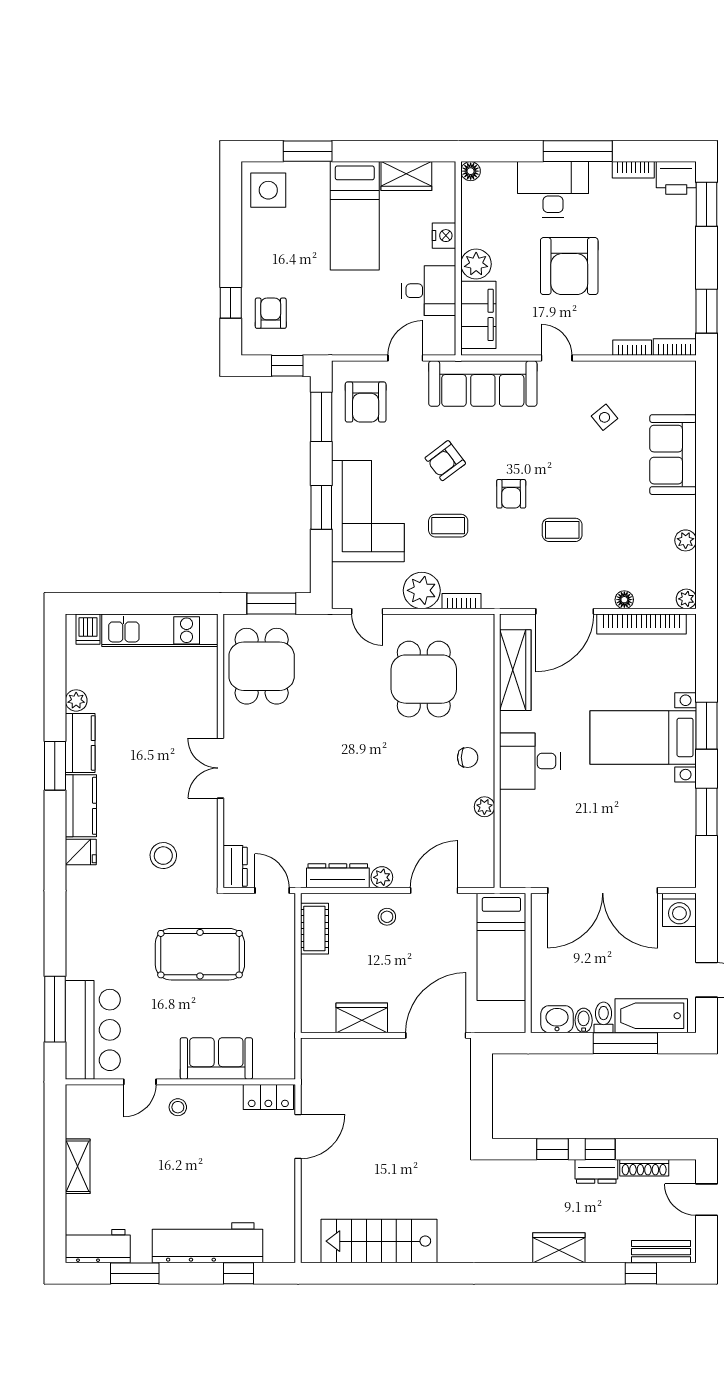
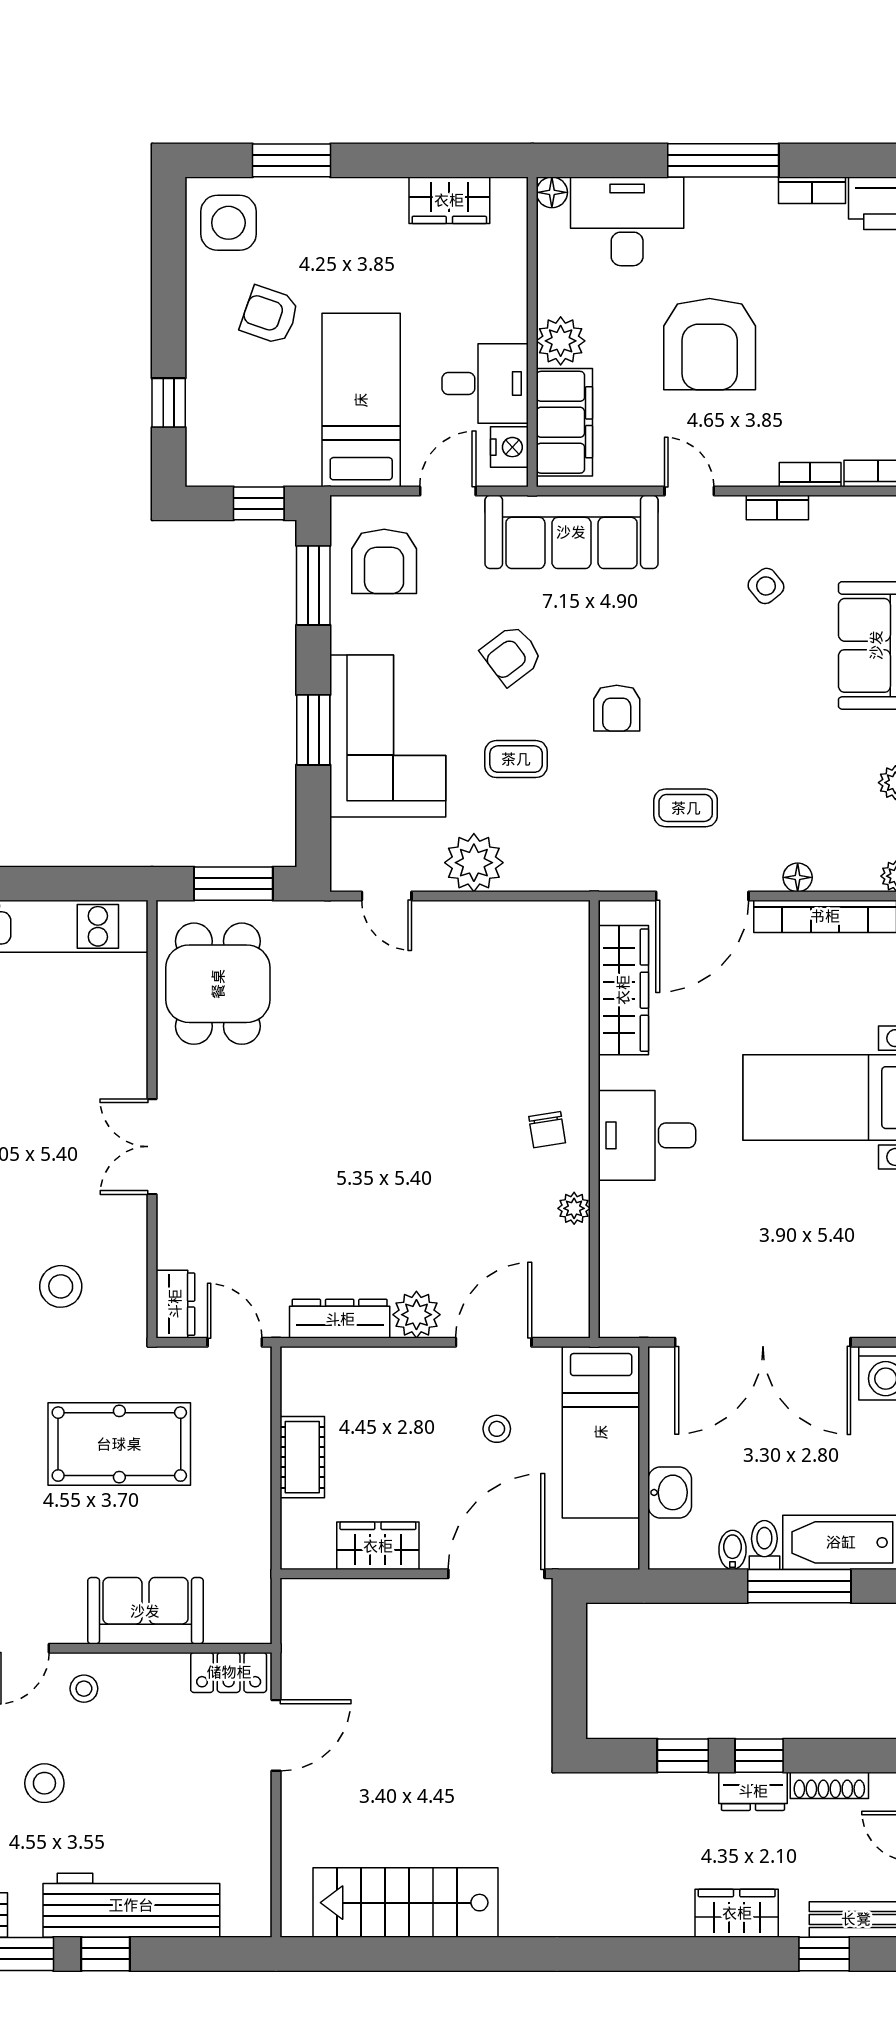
desk: (553, 189) -> (627, 221), moved
bed: (355, 216) -> (361, 400), moved, turned 180
nightstand: (444, 236) -> (509, 447), moved
armchair: (271, 313) -> (270, 315), moved, turned -71
coffee table: (562, 530) -> (686, 808), moved
bookcase: (461, 601) -> (777, 508), moved, turned 180
dining table: (424, 679) -> (477, 1004), removed
chair: (468, 757) -> (547, 1130), turned 81
plant: (382, 877) -> (416, 1315), width x1.38, depth x1.38
stool: (387, 917) -> (497, 1429), moved
cot: (314, 929) -> (302, 1457), moved
washbasin: (557, 1019) -> (670, 1492), moved, turned 90
stool: (153, 1166) -> (44, 1783), added
wardrobe: (559, 1248) -> (737, 1913), moved
window: (238, 1273) -> (106, 1954), moved

